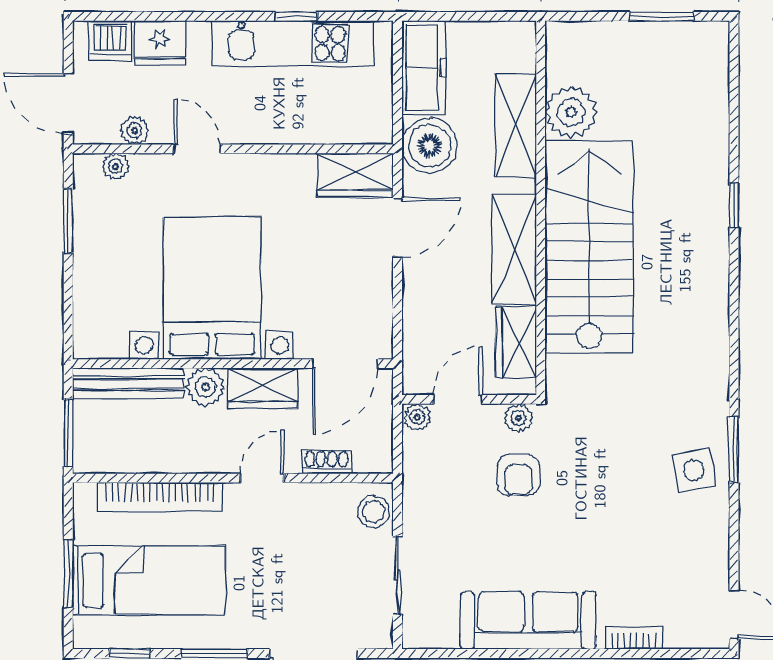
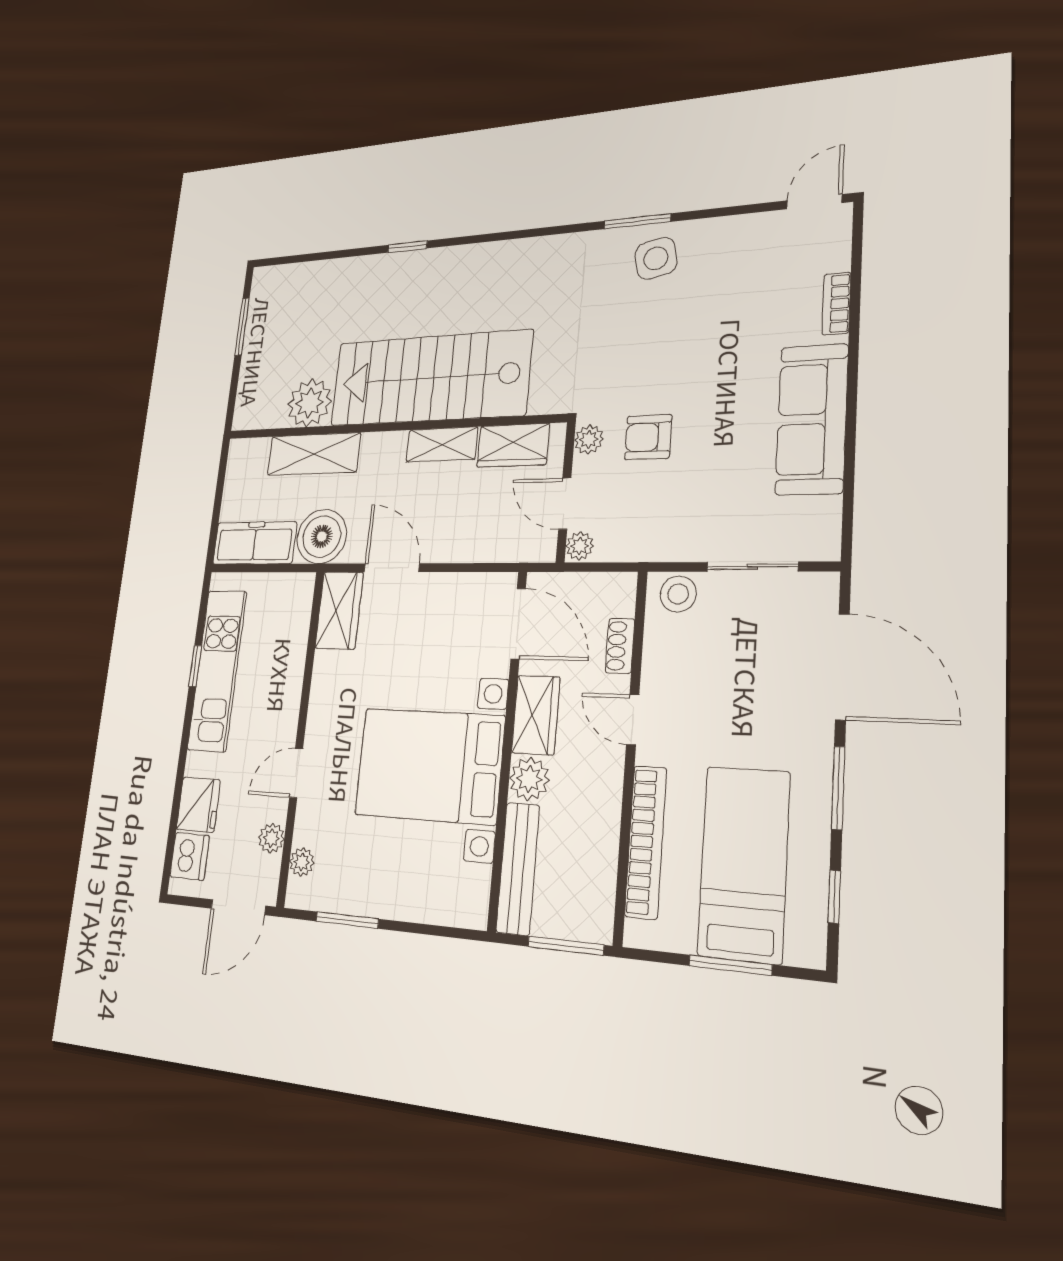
shelving: (514, 249) -> (442, 445), width x0.67, depth x0.75
armchair: (518, 475) -> (648, 437), turned 180

